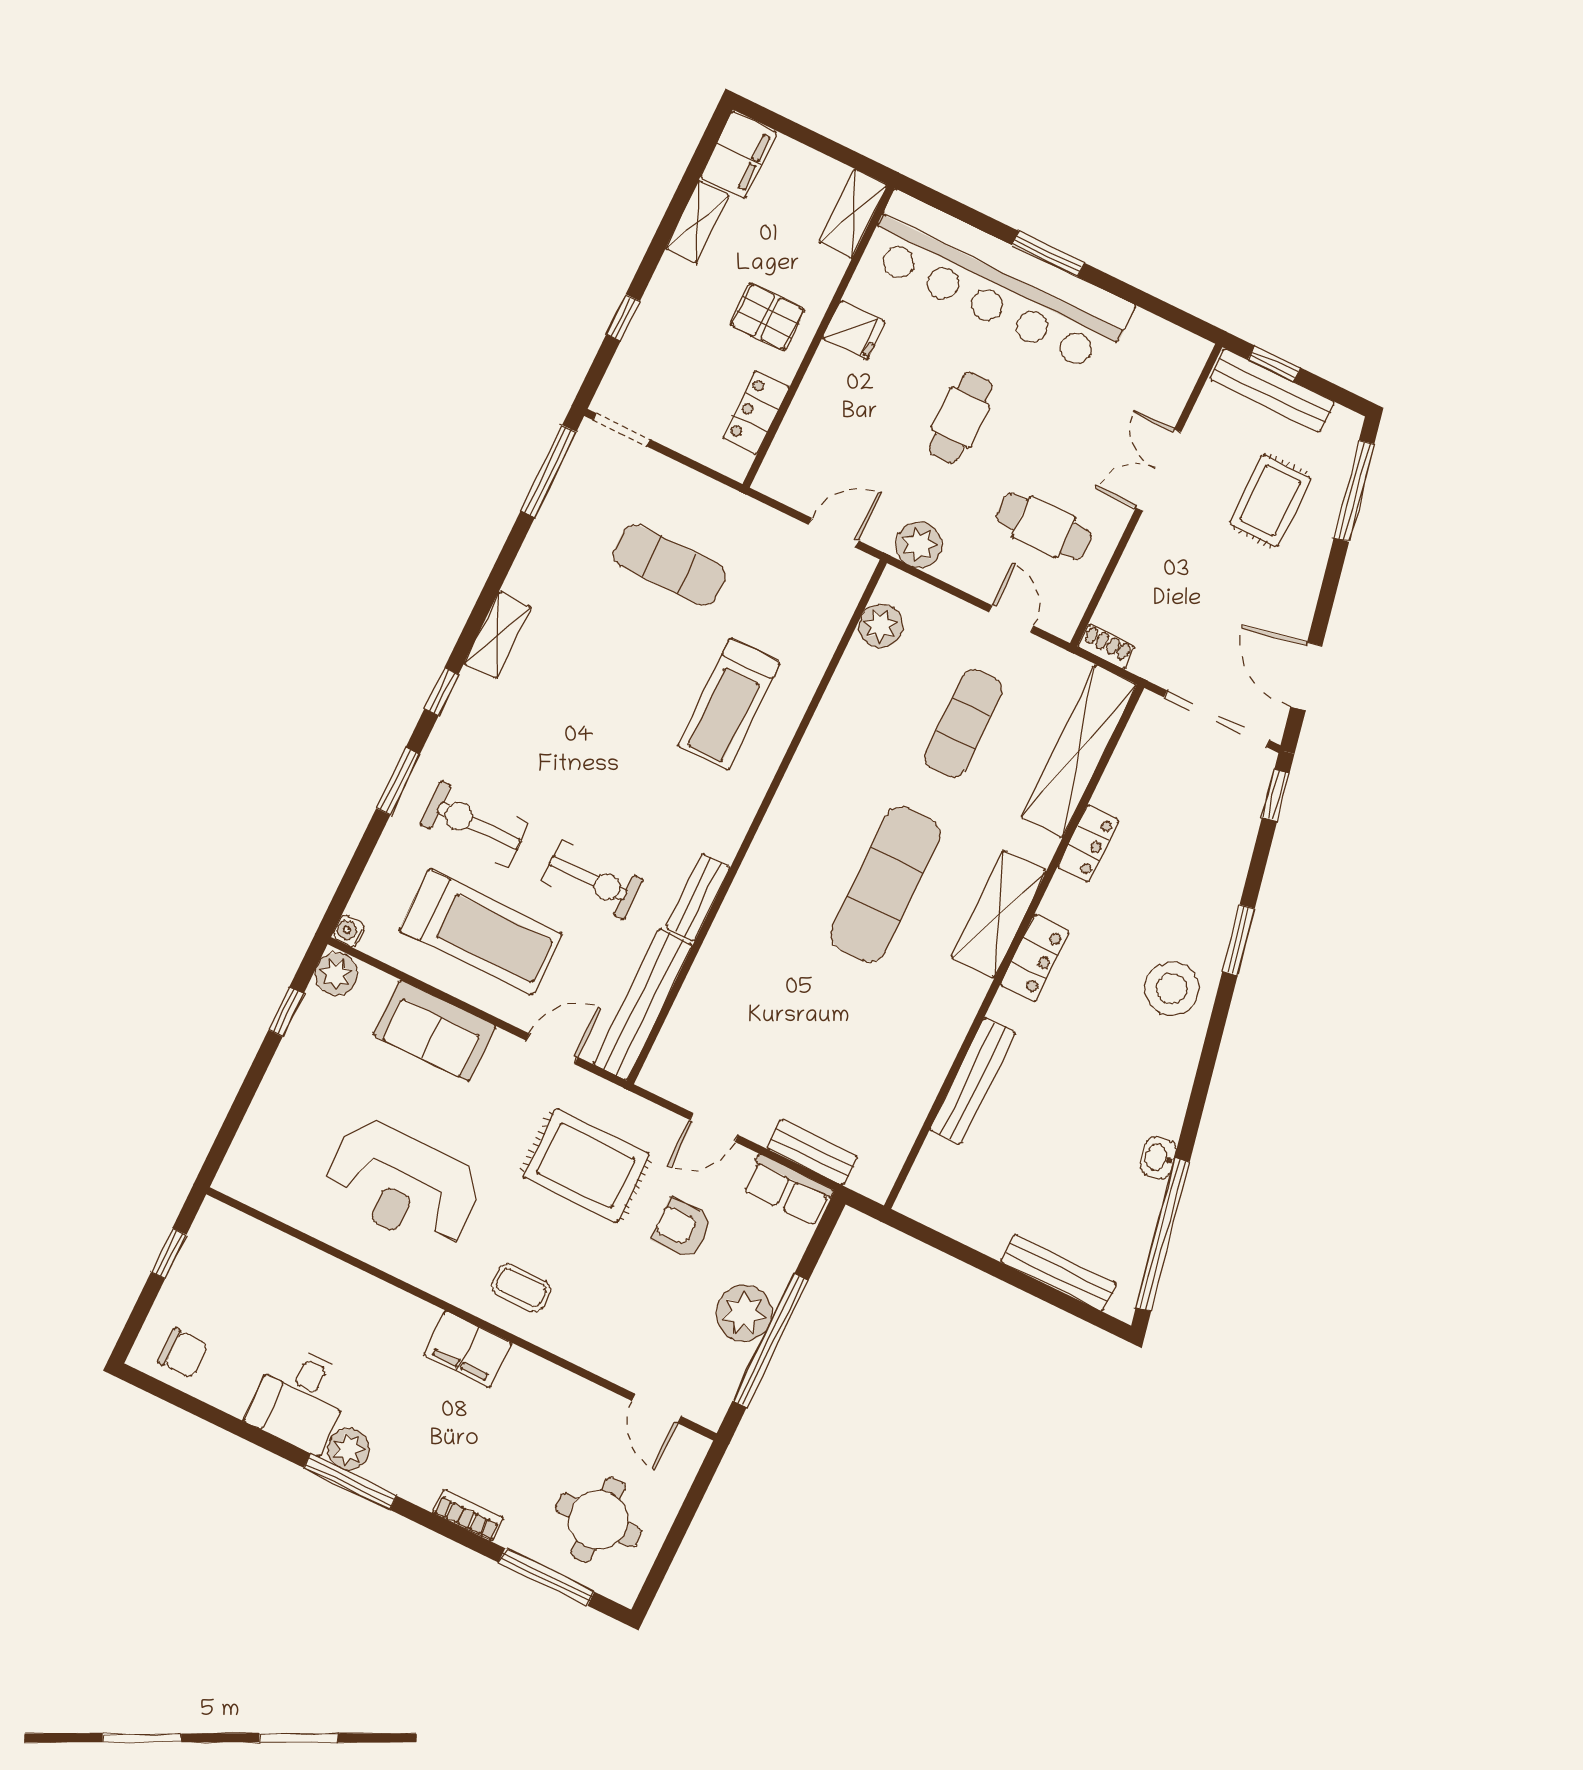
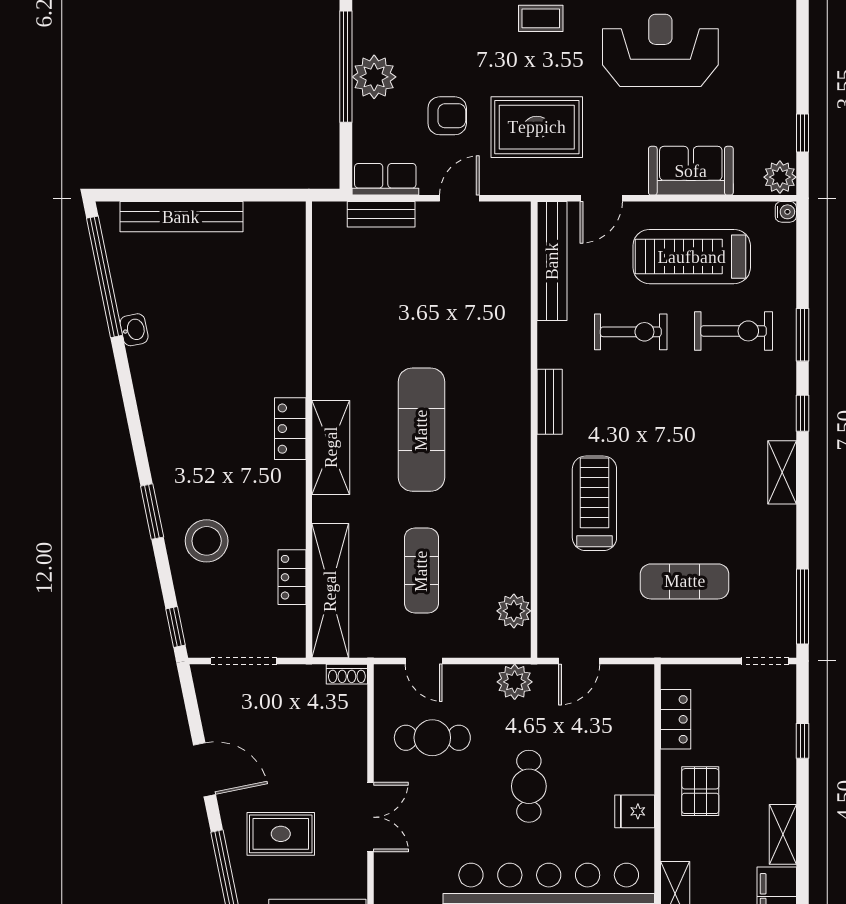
pallet: (767, 317) -> (700, 791), turned 90
rug: (1270, 501) -> (281, 834), turned 90
door: (1306, 677) -> (204, 770), moved
doorway: (1217, 719) -> (244, 661), width x0.73
locker: (1088, 843) -> (292, 577), moved
exercise bike: (592, 880) -> (631, 332), turned 180
bench: (698, 897) -> (550, 402), moved
stool: (1172, 989) -> (207, 541), moved
bench: (973, 1081) -> (292, 320), removed
bench: (1059, 1273) -> (181, 217), width x1.37, depth x1.21

